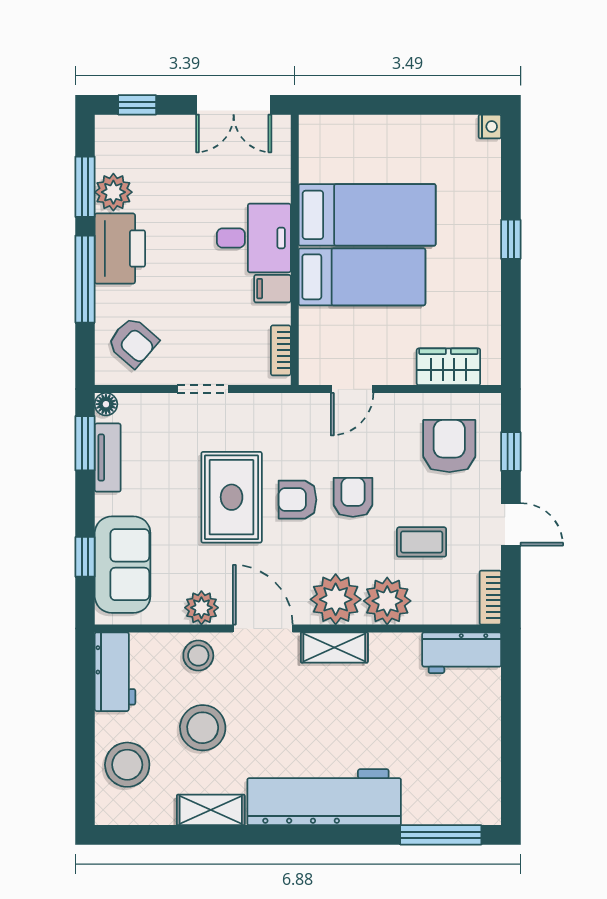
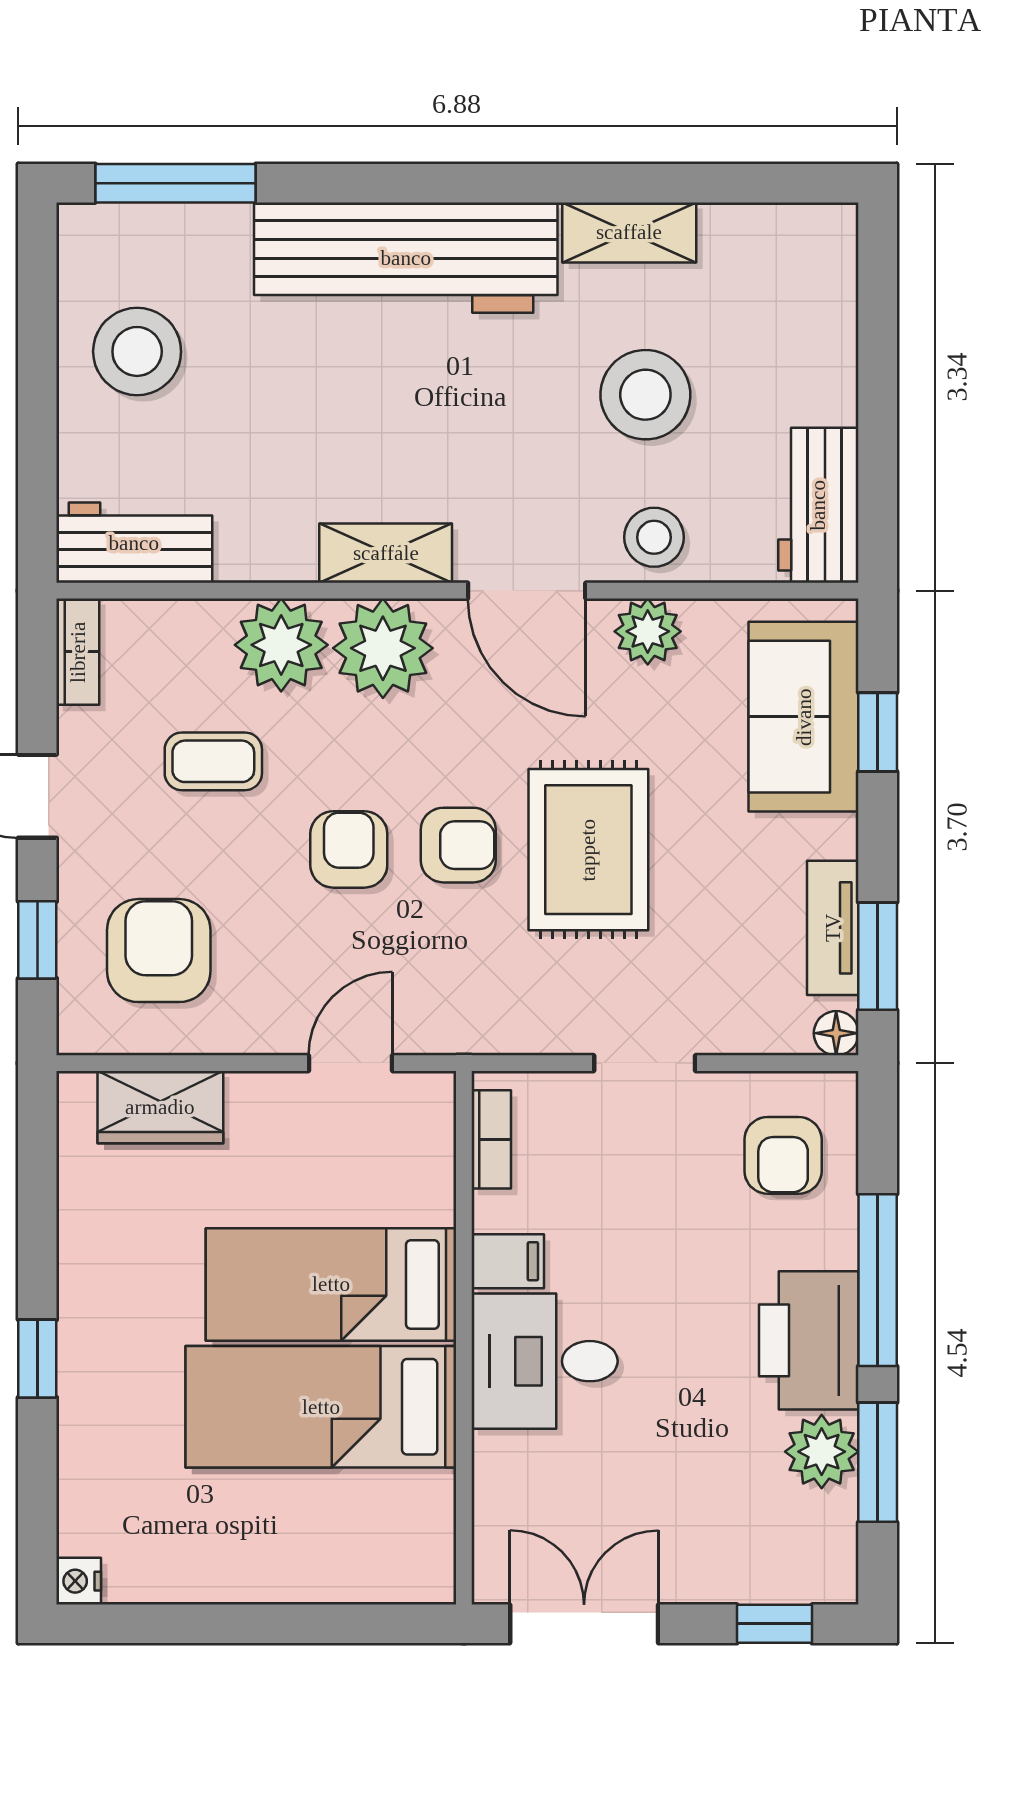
armchair: (133, 342) -> (783, 1155), turned -131
armchair: (449, 446) -> (159, 951), turned 180
armchair: (353, 497) -> (349, 849), turned 180
stool: (127, 765) -> (137, 351), moved

